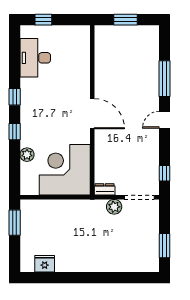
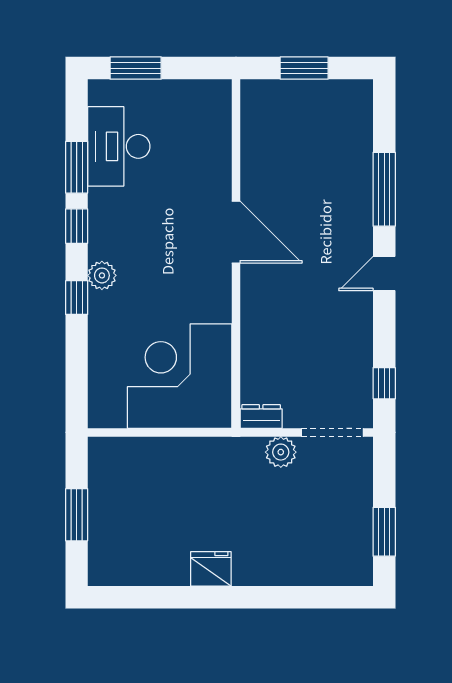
window: (43, 20) -> (136, 68), width x1.50
window: (15, 68) -> (77, 167), added
door: (92, 114) -> (236, 232), moved
plant: (27, 155) -> (102, 275), moved
window: (15, 223) -> (77, 515), moved
fridge: (45, 264) -> (211, 569), moved

